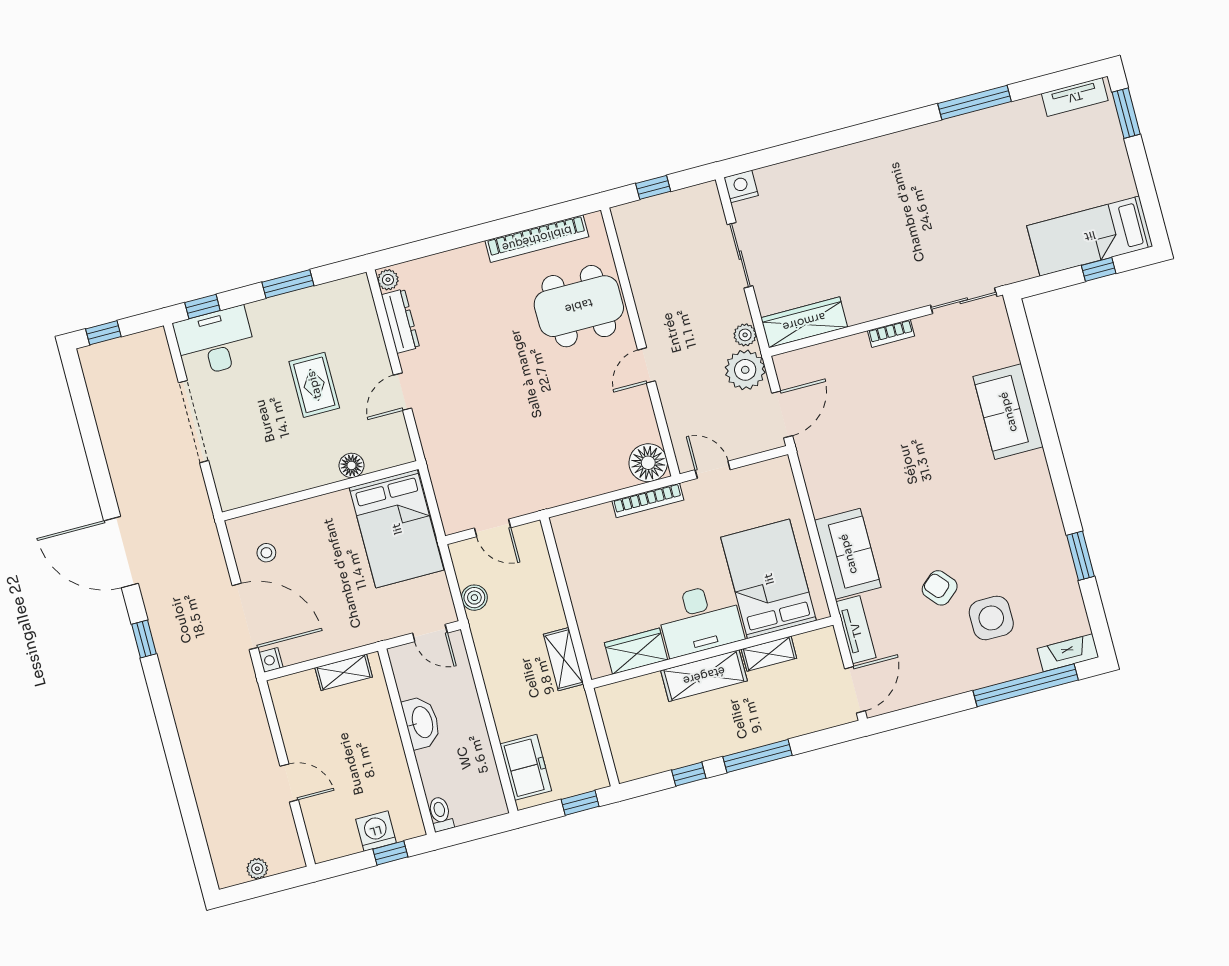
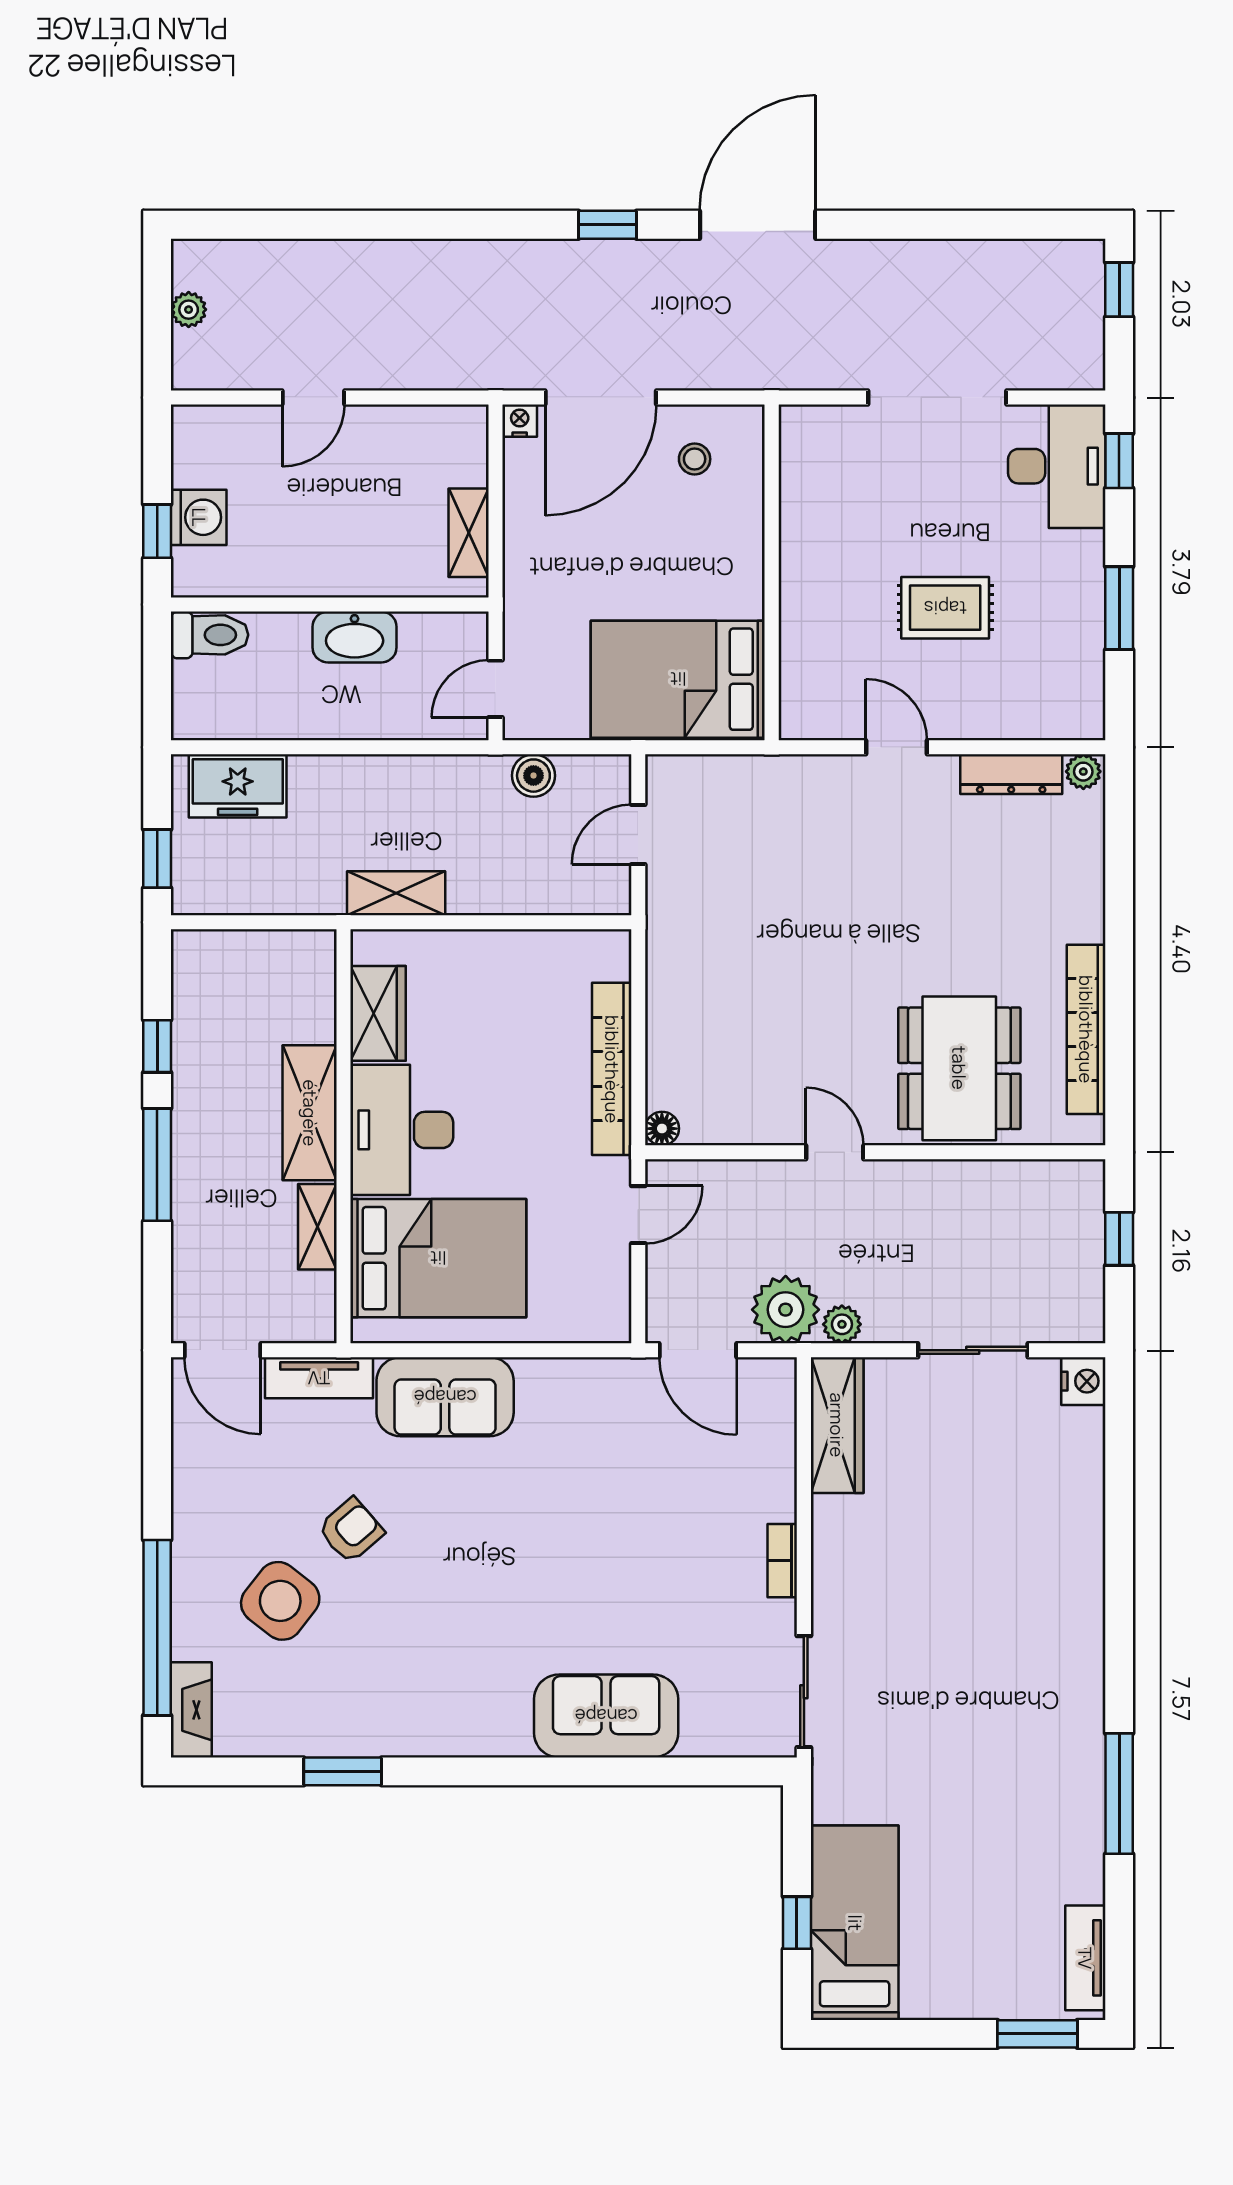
floor lamp: (648, 463) -> (662, 1129), width x0.53, depth x0.53
floor lamp: (352, 465) -> (799, 634), removed
bookcase: (648, 500) -> (612, 1069), width x1.48, depth x1.31
side table: (991, 618) -> (280, 1601), turned 38
toilet: (440, 814) -> (210, 635), width x1.37, depth x1.39

